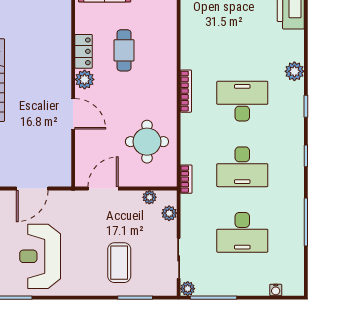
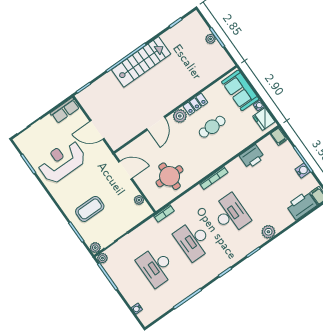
printer: (192, 28) -> (252, 157), added
plant: (169, 213) -> (95, 248), moved

